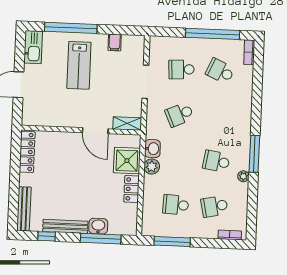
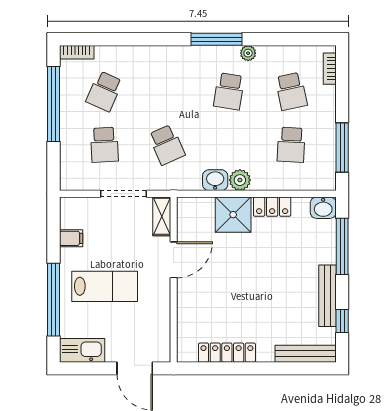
shelving: (127, 123) -> (162, 216), moved
wall: (81, 130) -> (174, 280), moved
door: (95, 131) -> (174, 260), moved
washbasin: (98, 226) -> (323, 208), moved, turned -90

